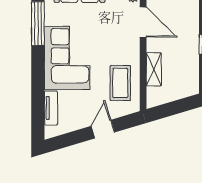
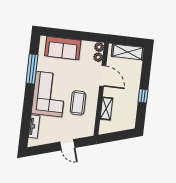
coffee table: (120, 83) -> (78, 103), moved
door: (103, 129) -> (67, 145), swing flipped

